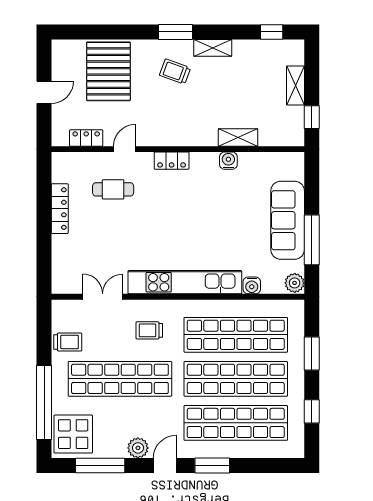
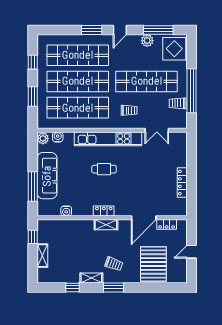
window: (272, 32) -> (73, 287), moved
shelving: (238, 138) -> (106, 225), moved
door: (125, 149) -> (144, 218), width x1.88
locker: (172, 161) -> (104, 211), moved
water cooler: (228, 161) -> (66, 211), moved
cafe table: (113, 189) -> (104, 169), moved
window: (312, 240) -> (33, 187), moved
water cooler: (252, 285) -> (58, 137), moved
window: (44, 403) -> (192, 91), moved
plant: (138, 448) -> (147, 41), moved

